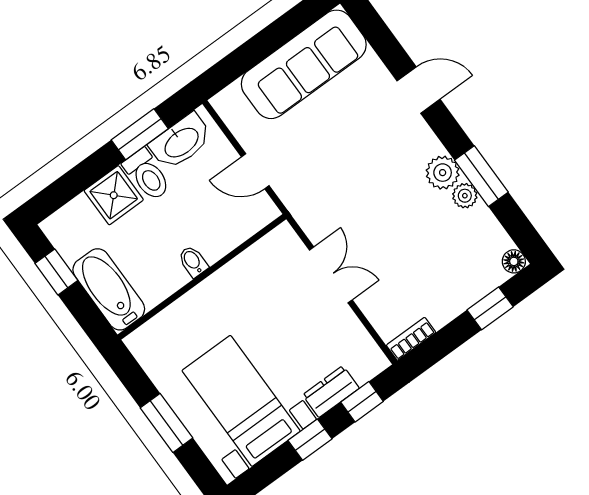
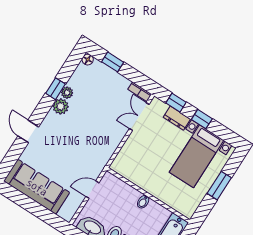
door: (255, 171) -> (92, 190), swing flipped
window: (481, 176) -> (56, 89), width x0.67
double door: (331, 275) -> (139, 116), moved

